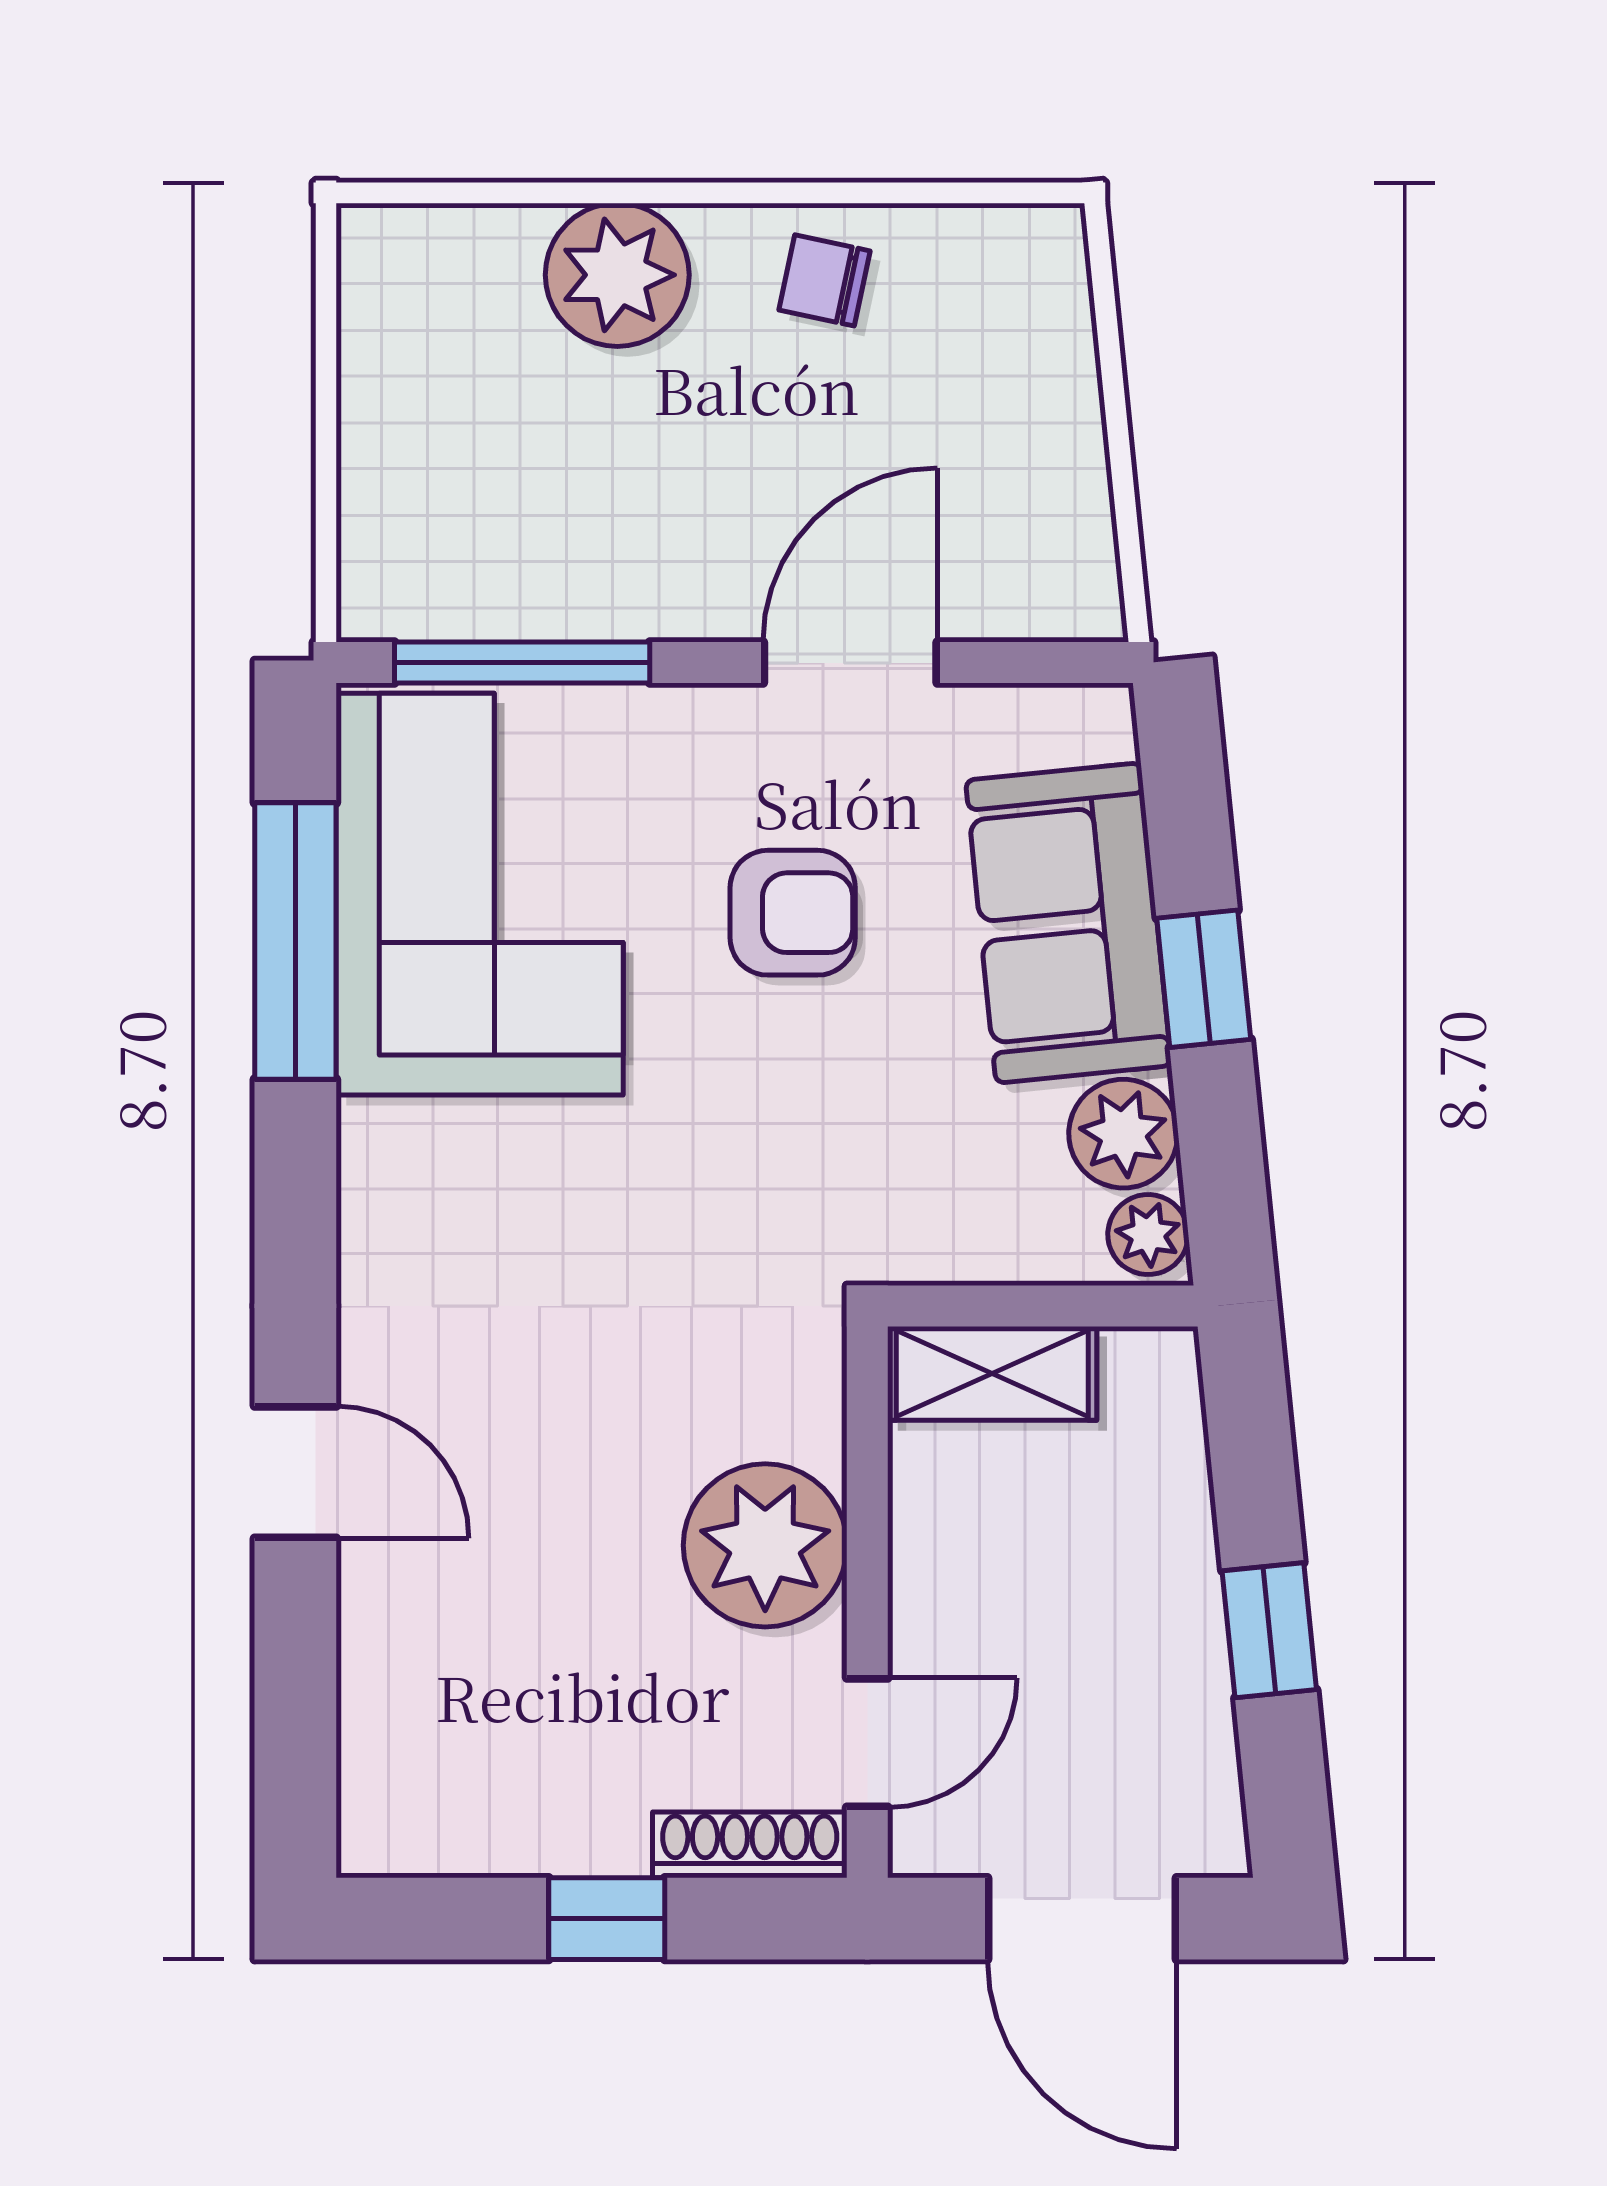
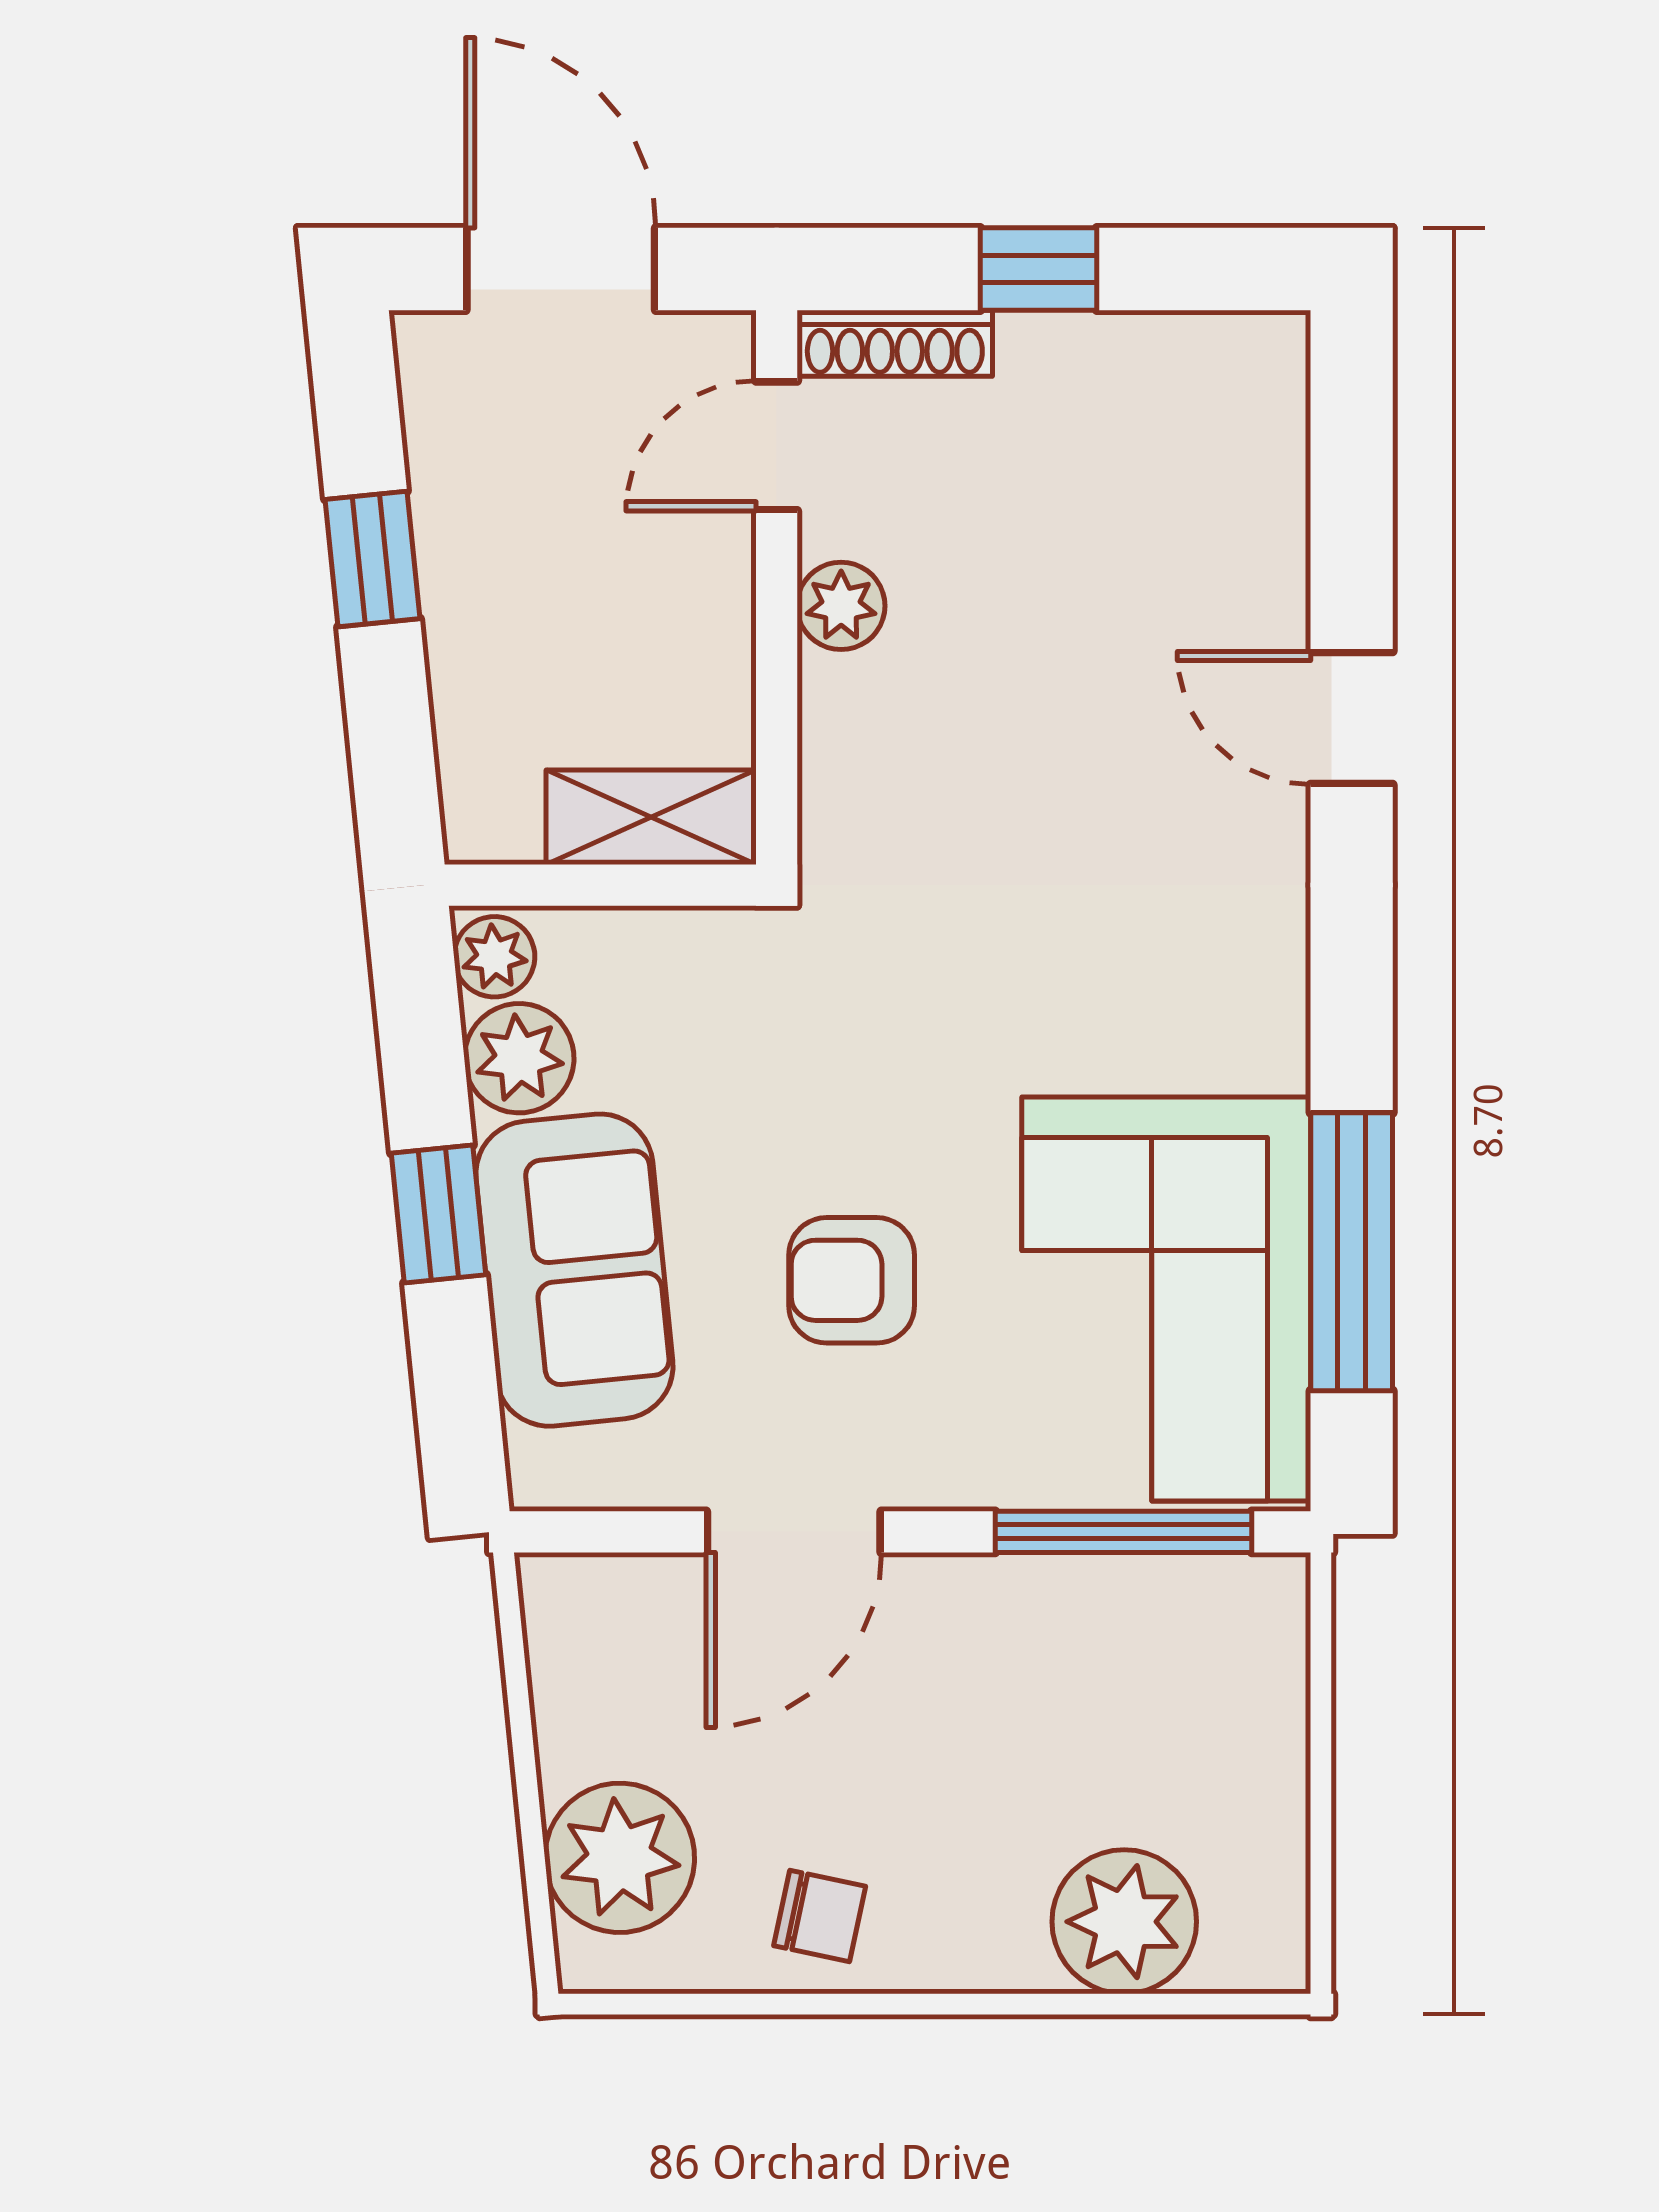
plant: (617, 275) -> (1124, 1922), moved
plant: (1023, 338) -> (620, 1858), added
plant: (765, 1545) -> (841, 606), width x0.53, depth x0.53

